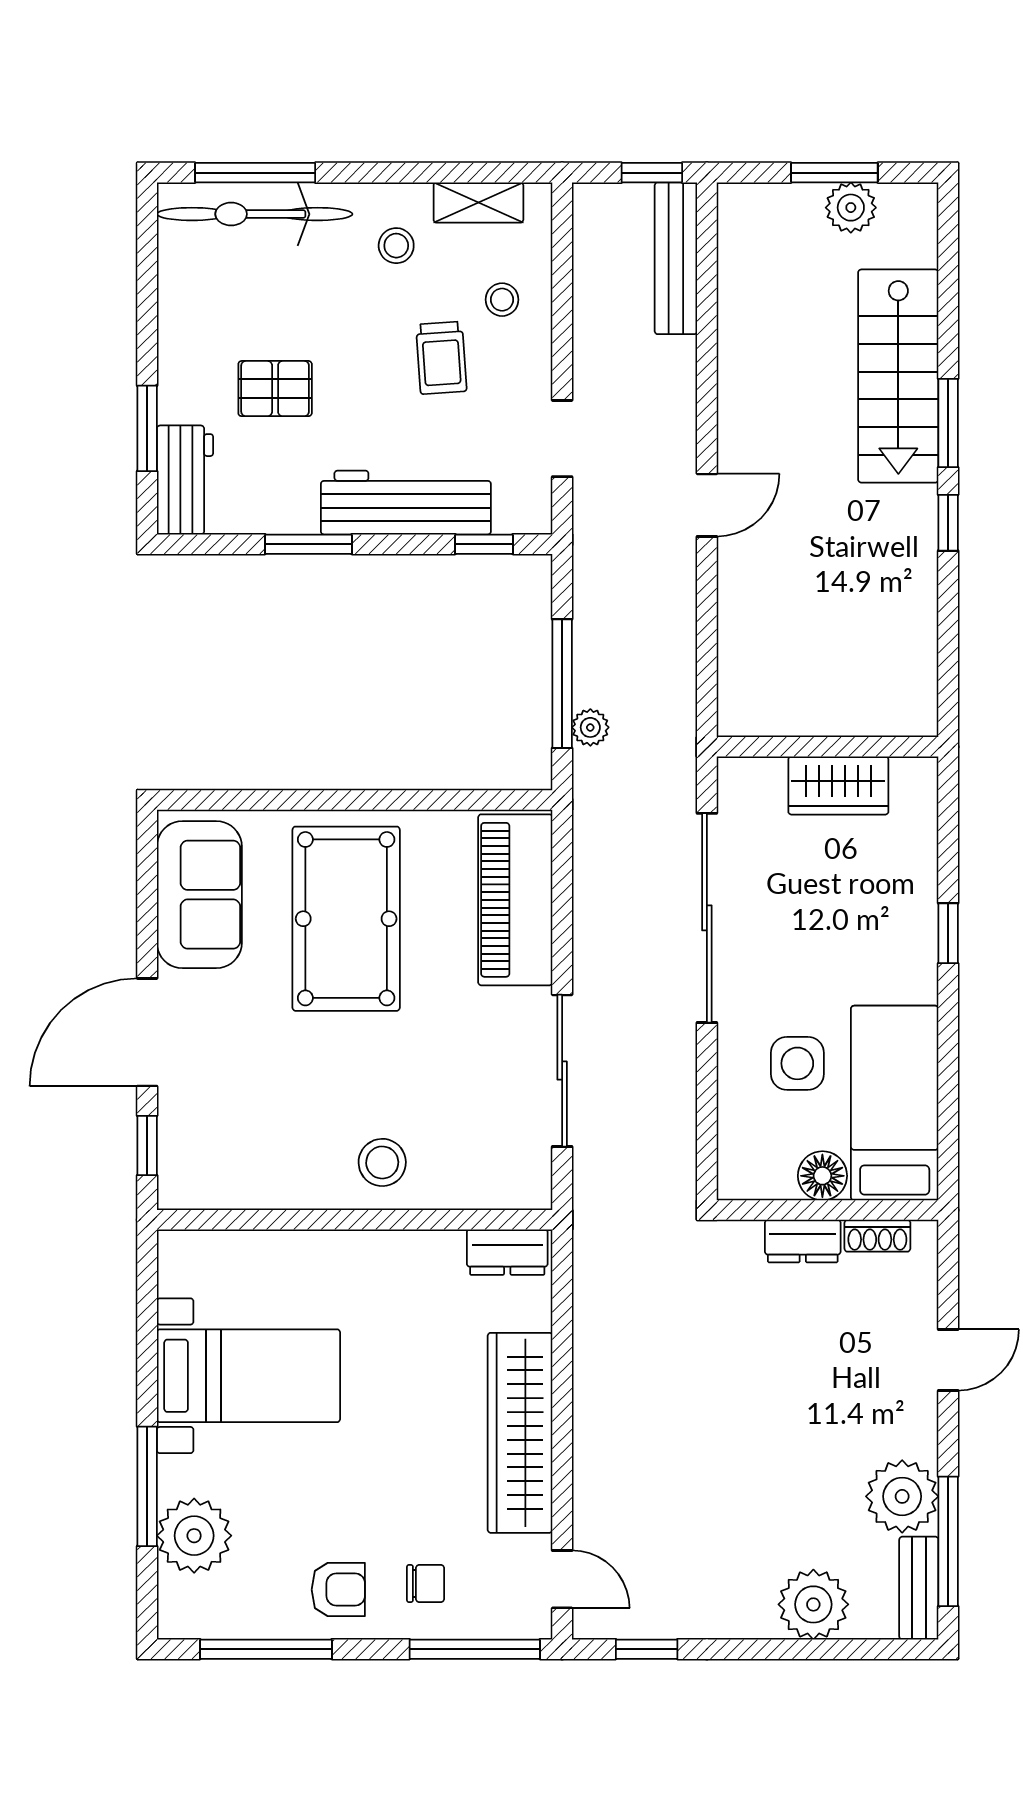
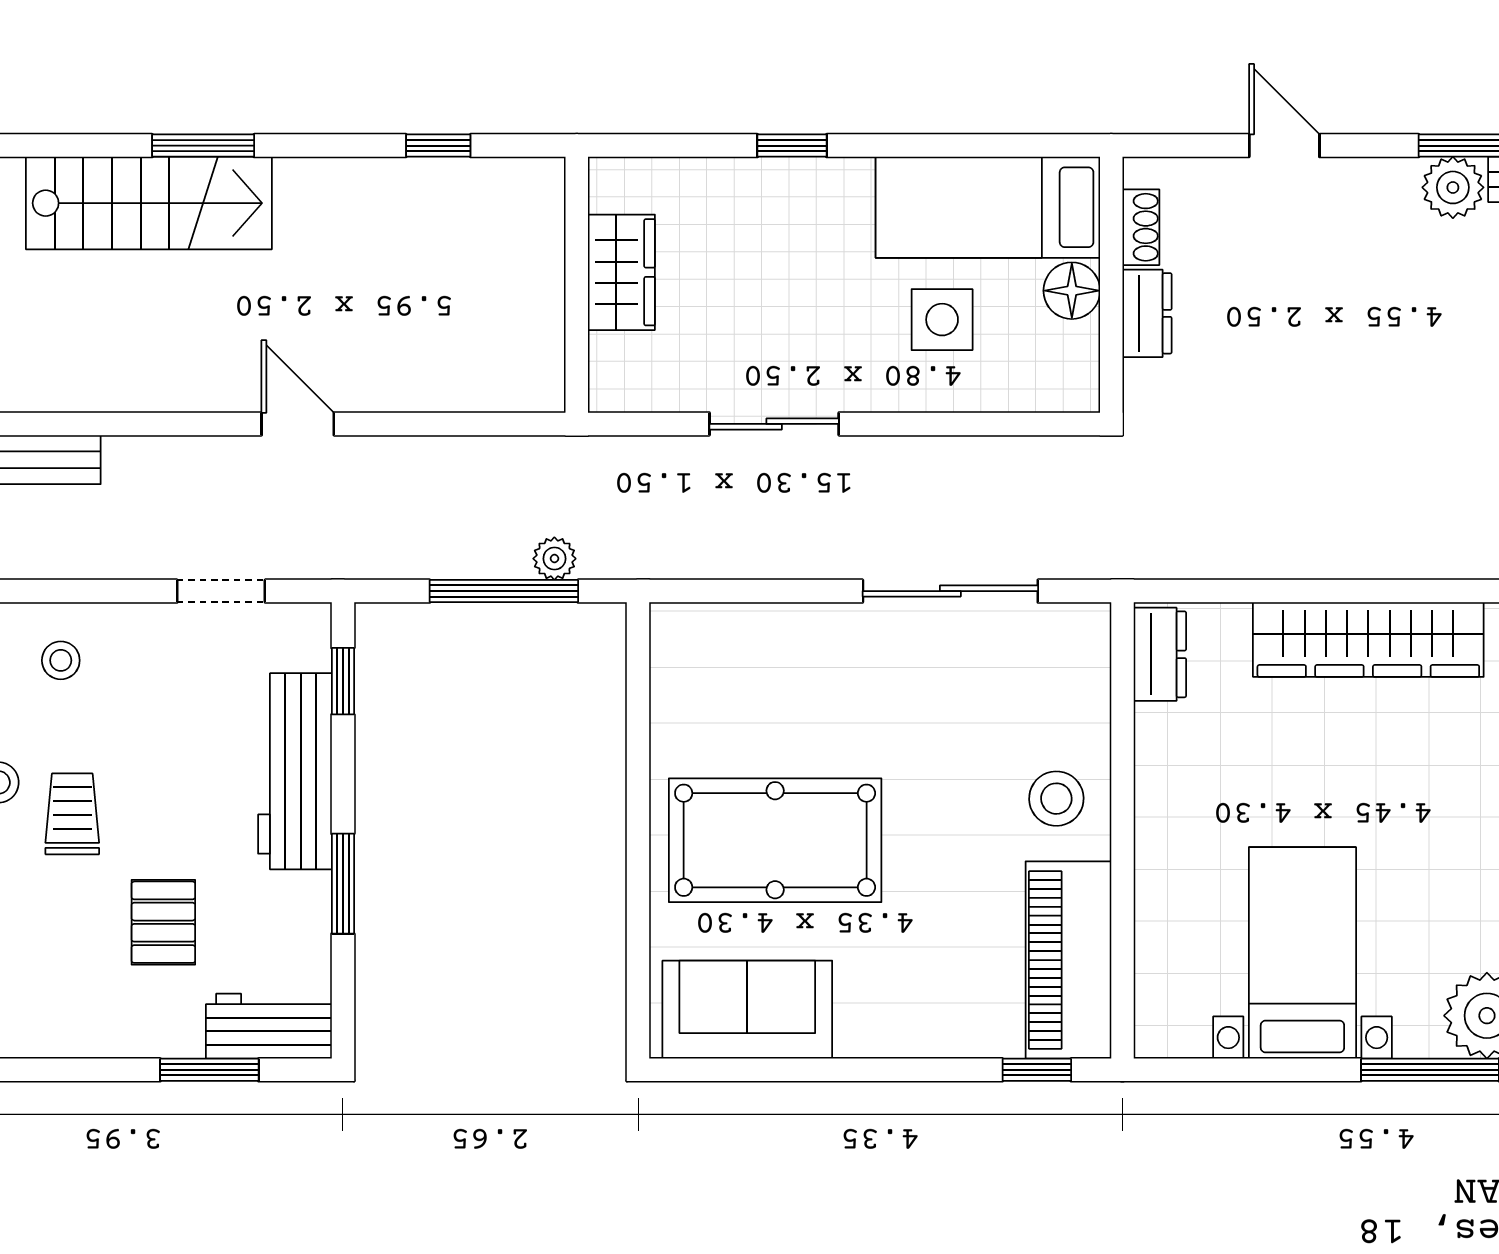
trolley: (441, 358) -> (72, 814), moved, turned -86
window: (948, 523) -> (438, 146), moved
piano: (515, 900) -> (1068, 960), moved, turned 90
sliding door: (707, 918) -> (774, 424), width x0.54
door: (147, 1032) -> (906, 1070), removed
plant: (902, 1496) -> (1453, 187), width x0.73, depth x0.73

